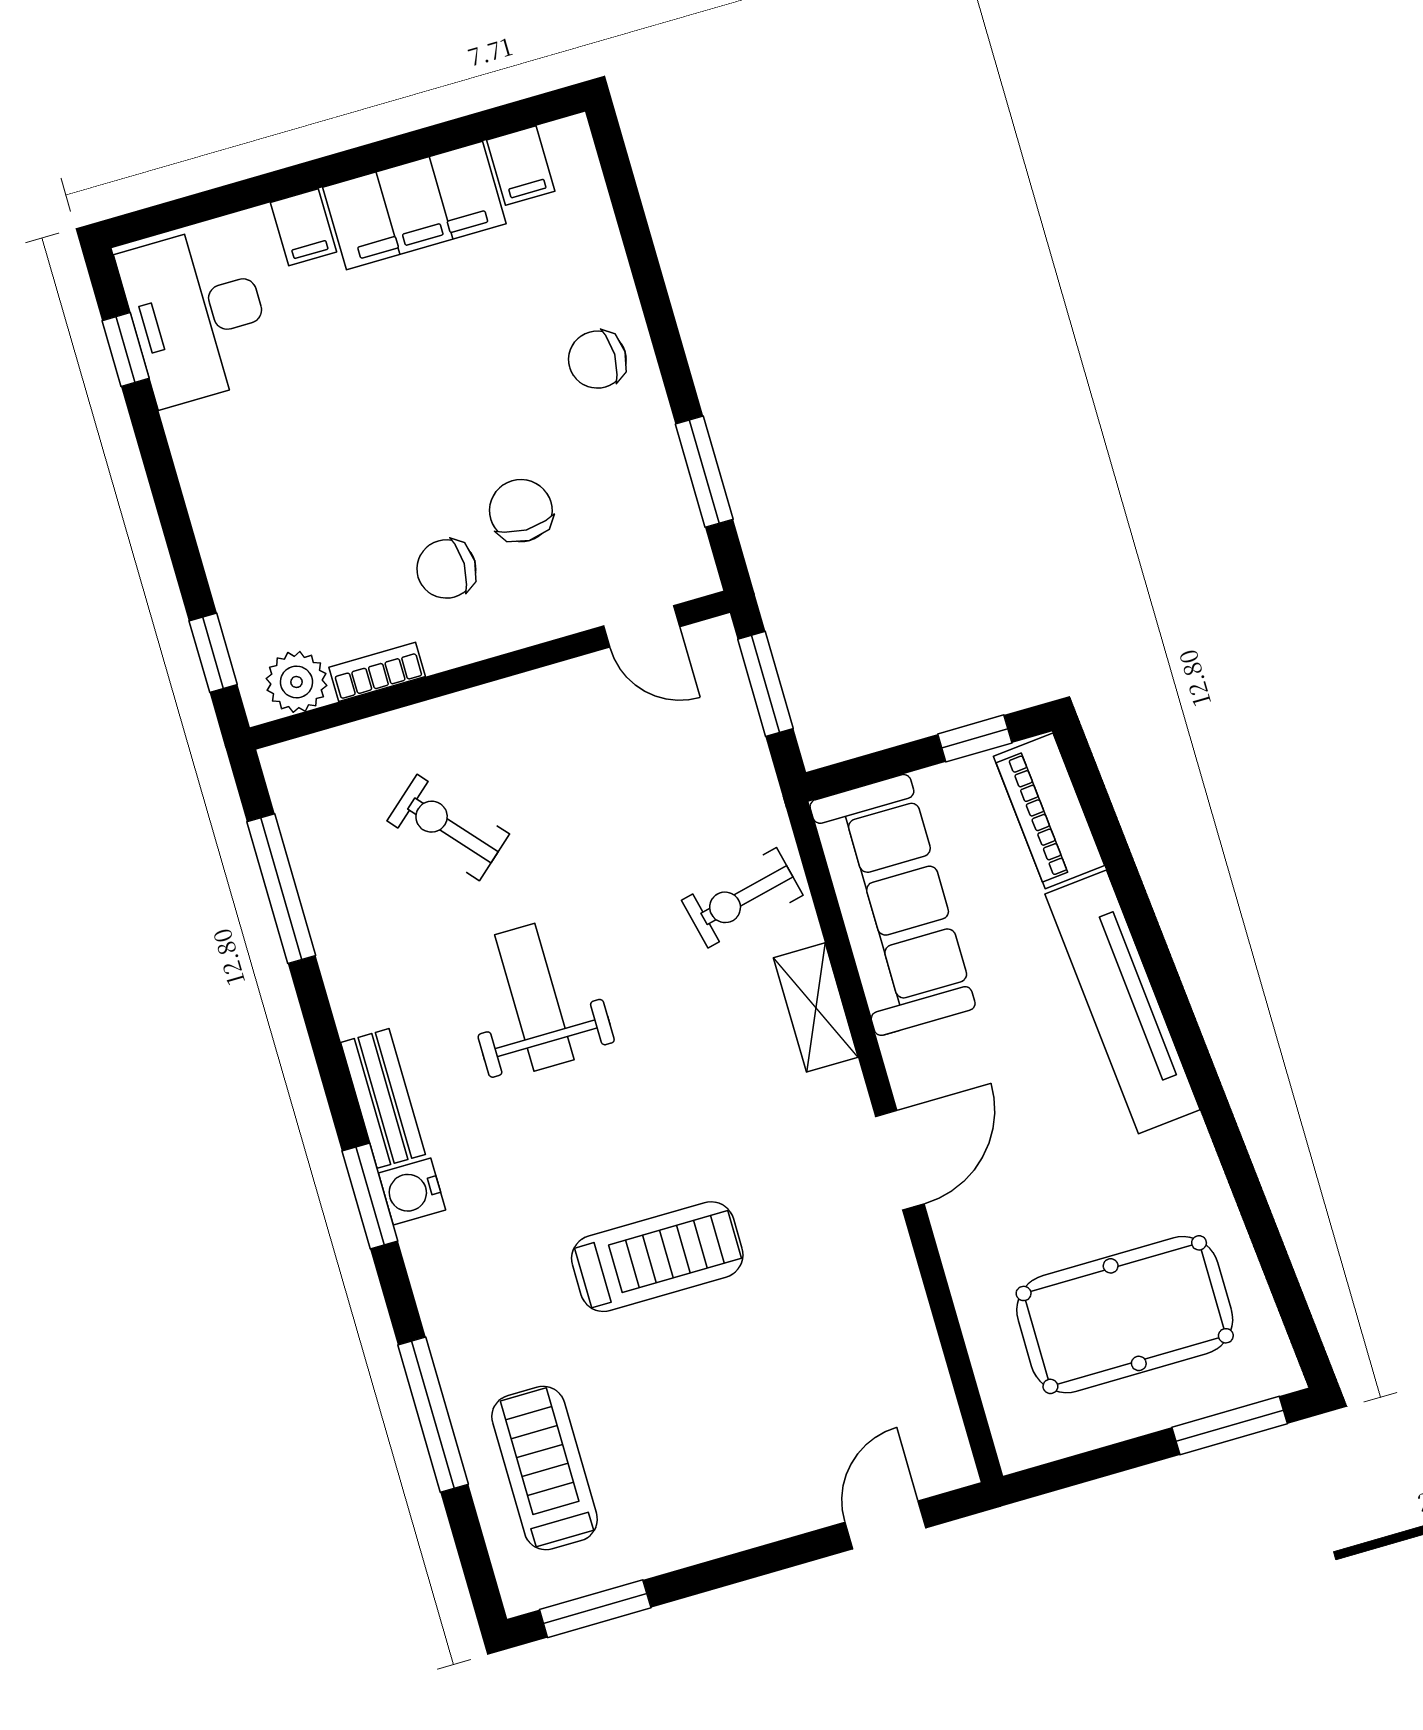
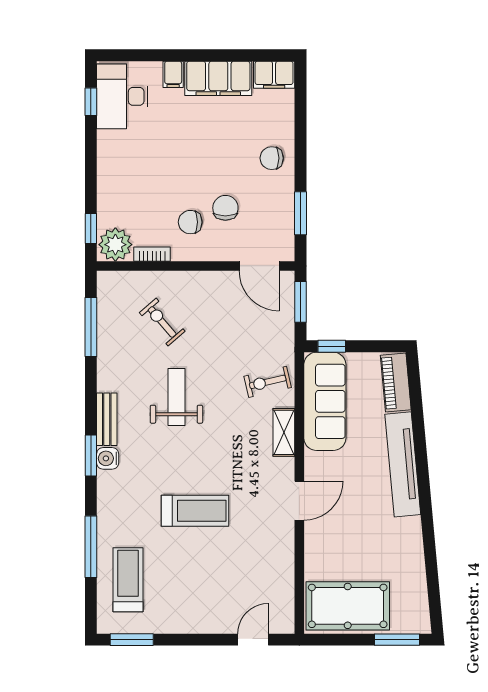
filing cabinet: (521, 166) -> (274, 75), width x2.00
door: (642, 626) -> (259, 266), width x1.38
plant: (297, 682) -> (115, 245), width x1.36, depth x1.36
window: (975, 738) -> (332, 346), moved
pool table: (1125, 1315) -> (348, 606), moved

